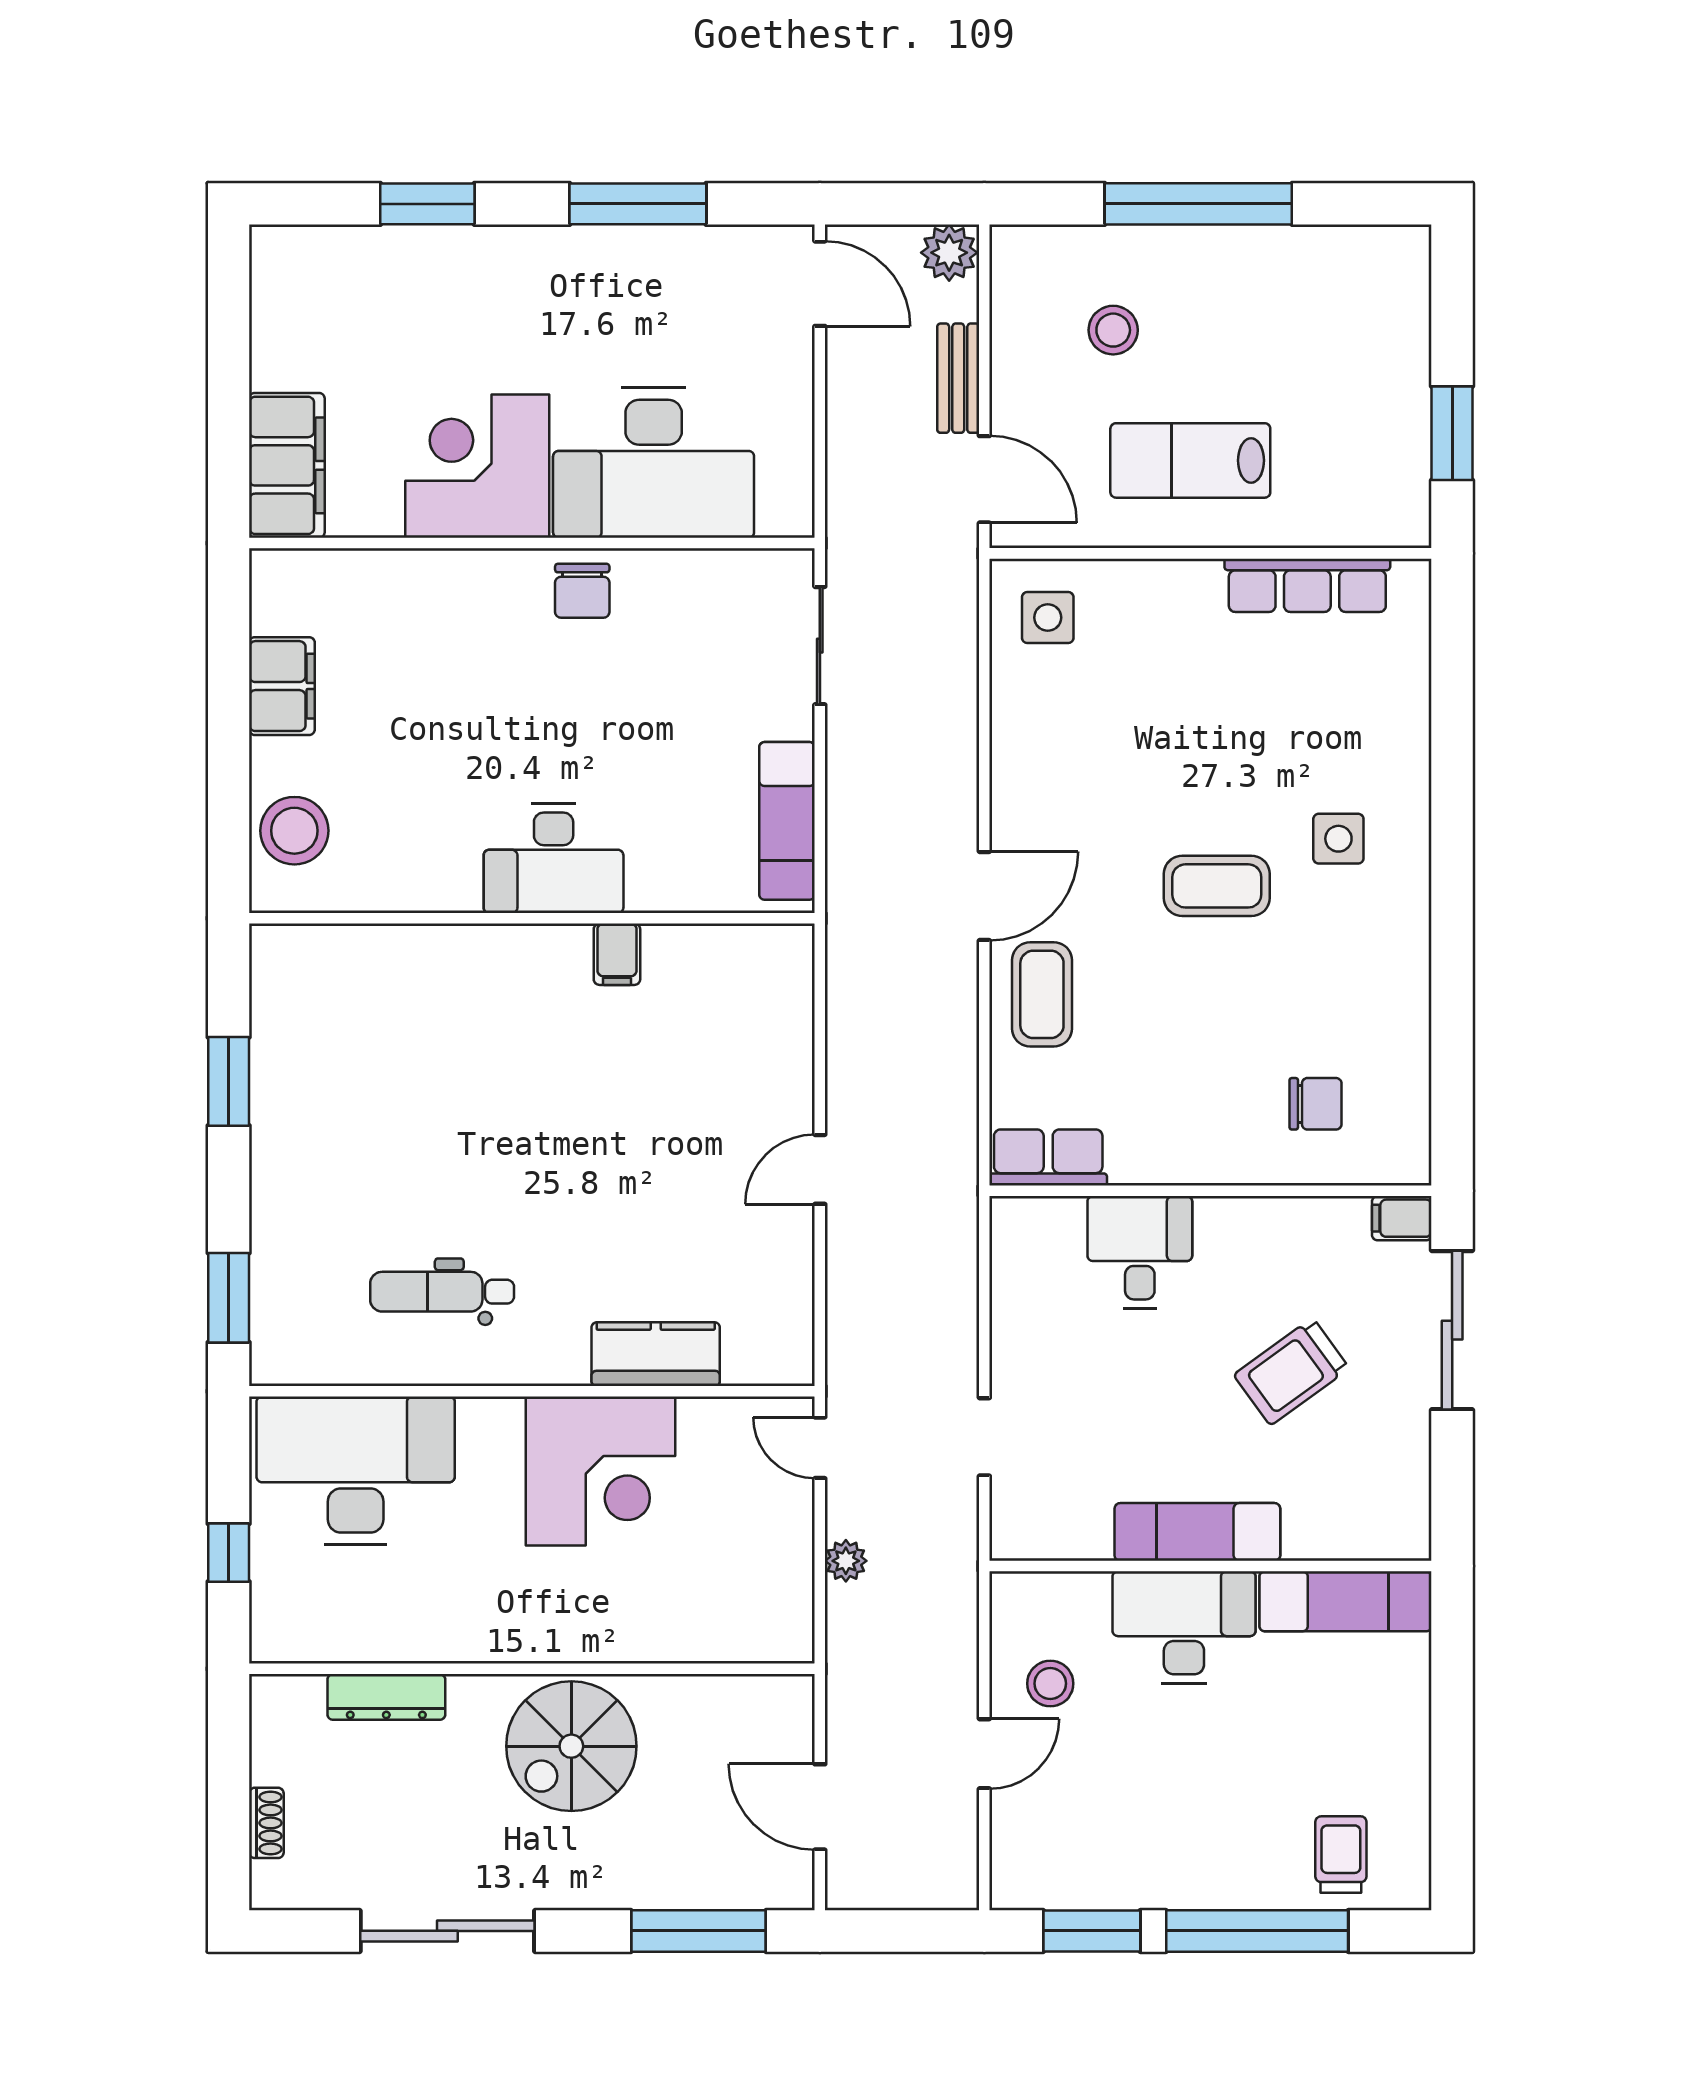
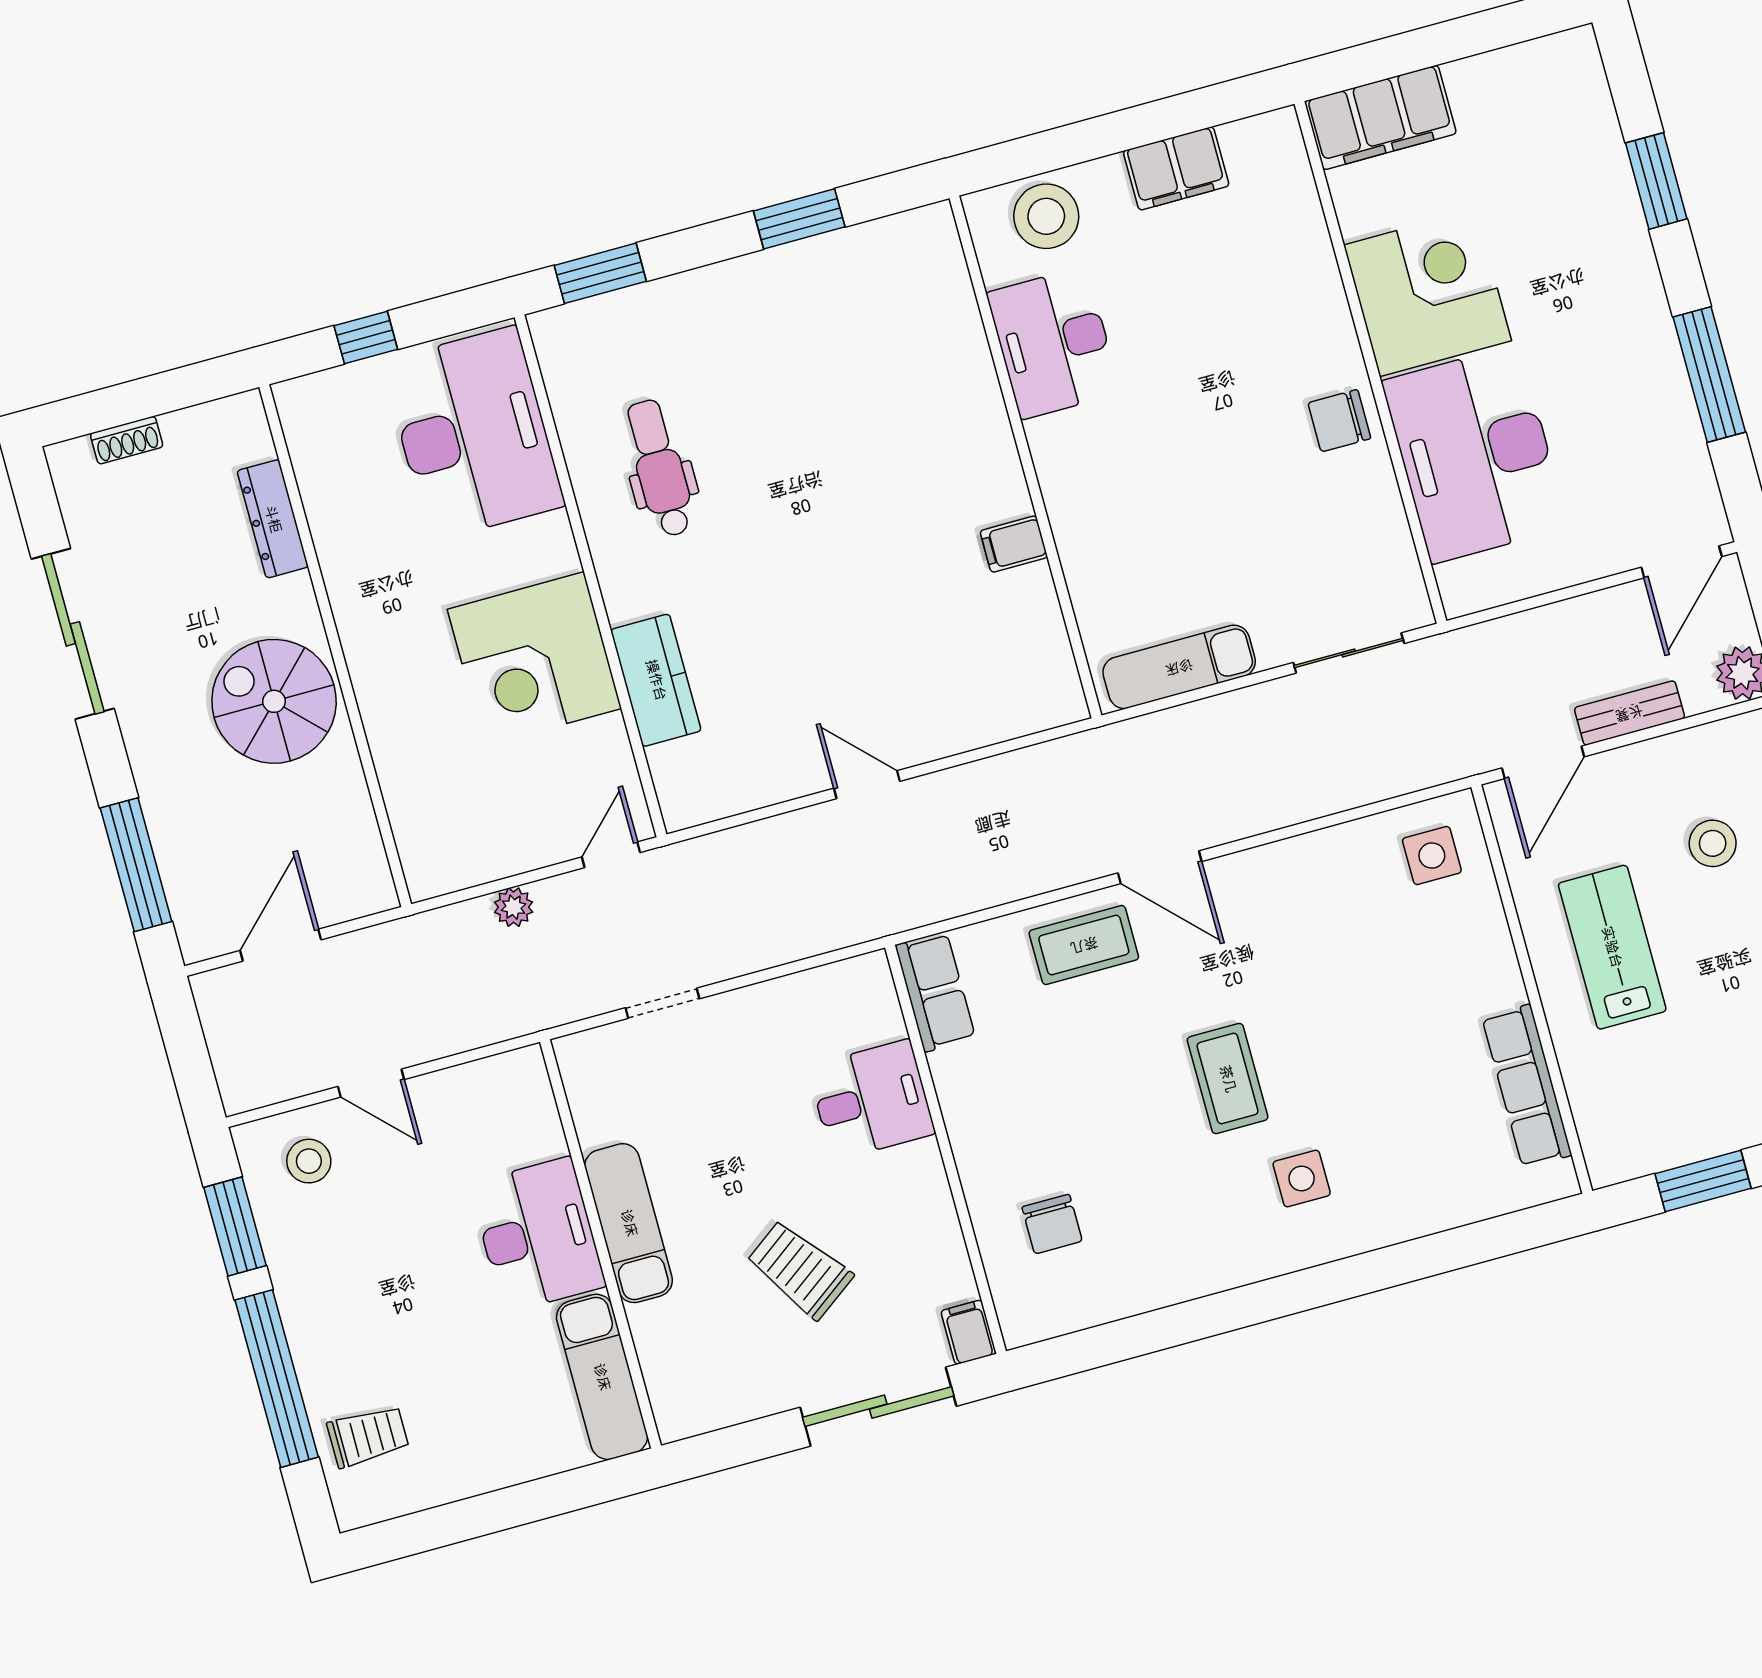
desk: (554, 858) -> (1053, 343), moved
stool: (1050, 1684) -> (309, 1161), moved

